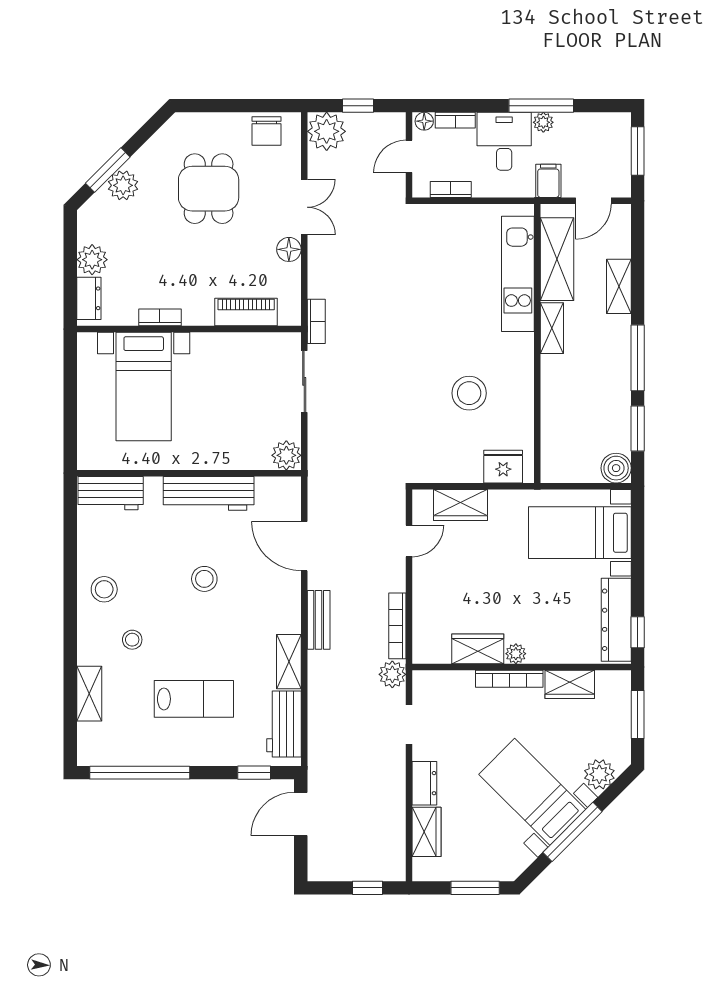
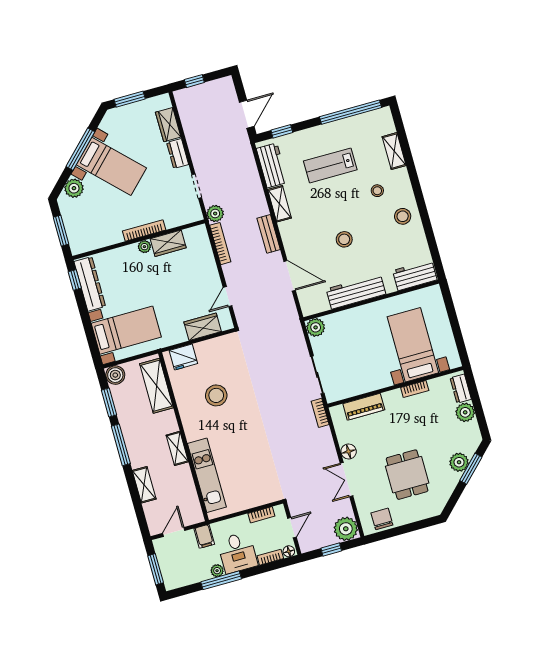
shelving: (557, 259) -> (157, 386), moved
wardrobe: (570, 684) -> (107, 237), removed

